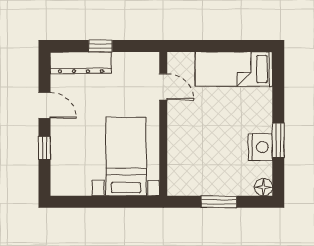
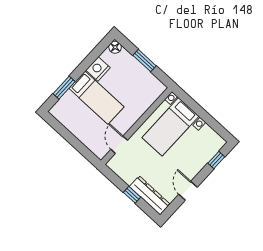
bed: (234, 69) -> (96, 98), moved
window: (278, 140) -> (64, 88), moved
window: (44, 148) -> (216, 160), moved

